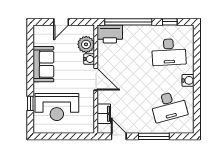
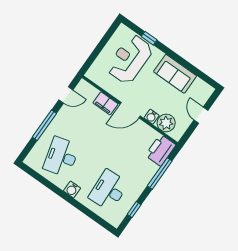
window: (128, 22) -> (160, 173), width x0.68
filing cabinet: (104, 114) -> (105, 103), moved

